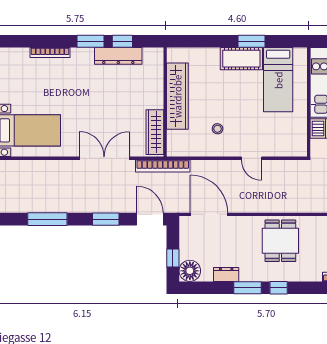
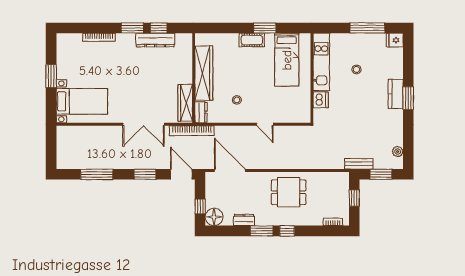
cot: (241, 59) -> (252, 40), width x0.73, depth x0.75
dresser: (174, 144) -> (201, 112), added
double door: (104, 158) -> (144, 124), swing flipped
dining table: (280, 241) -> (289, 192), turned 90

